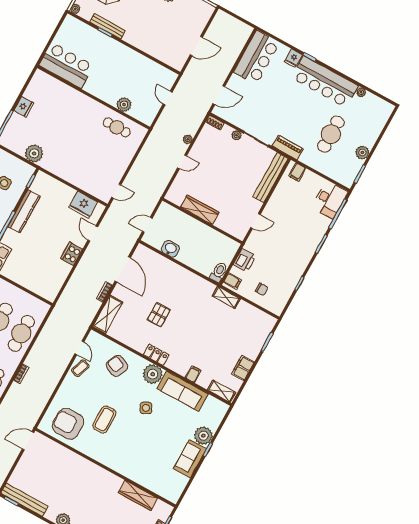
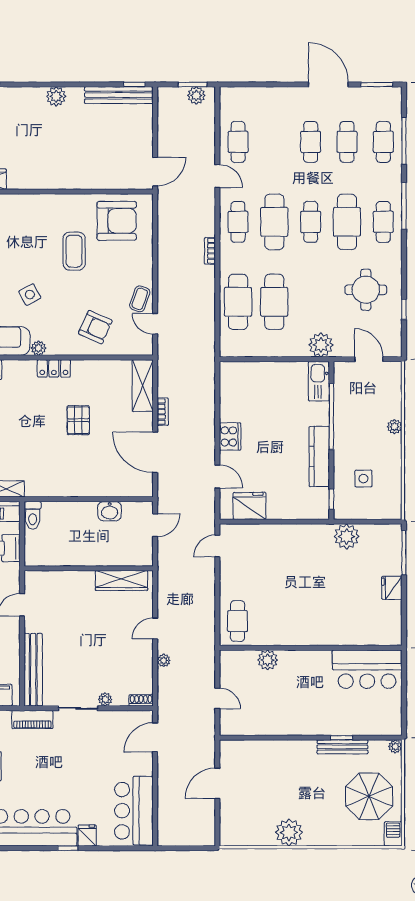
cafe table: (117, 127) -> (238, 621), moved, turned 90
wardrobe: (200, 210) -> (121, 580), moved
plant: (153, 374) -> (38, 348), width x0.53, depth x0.53

